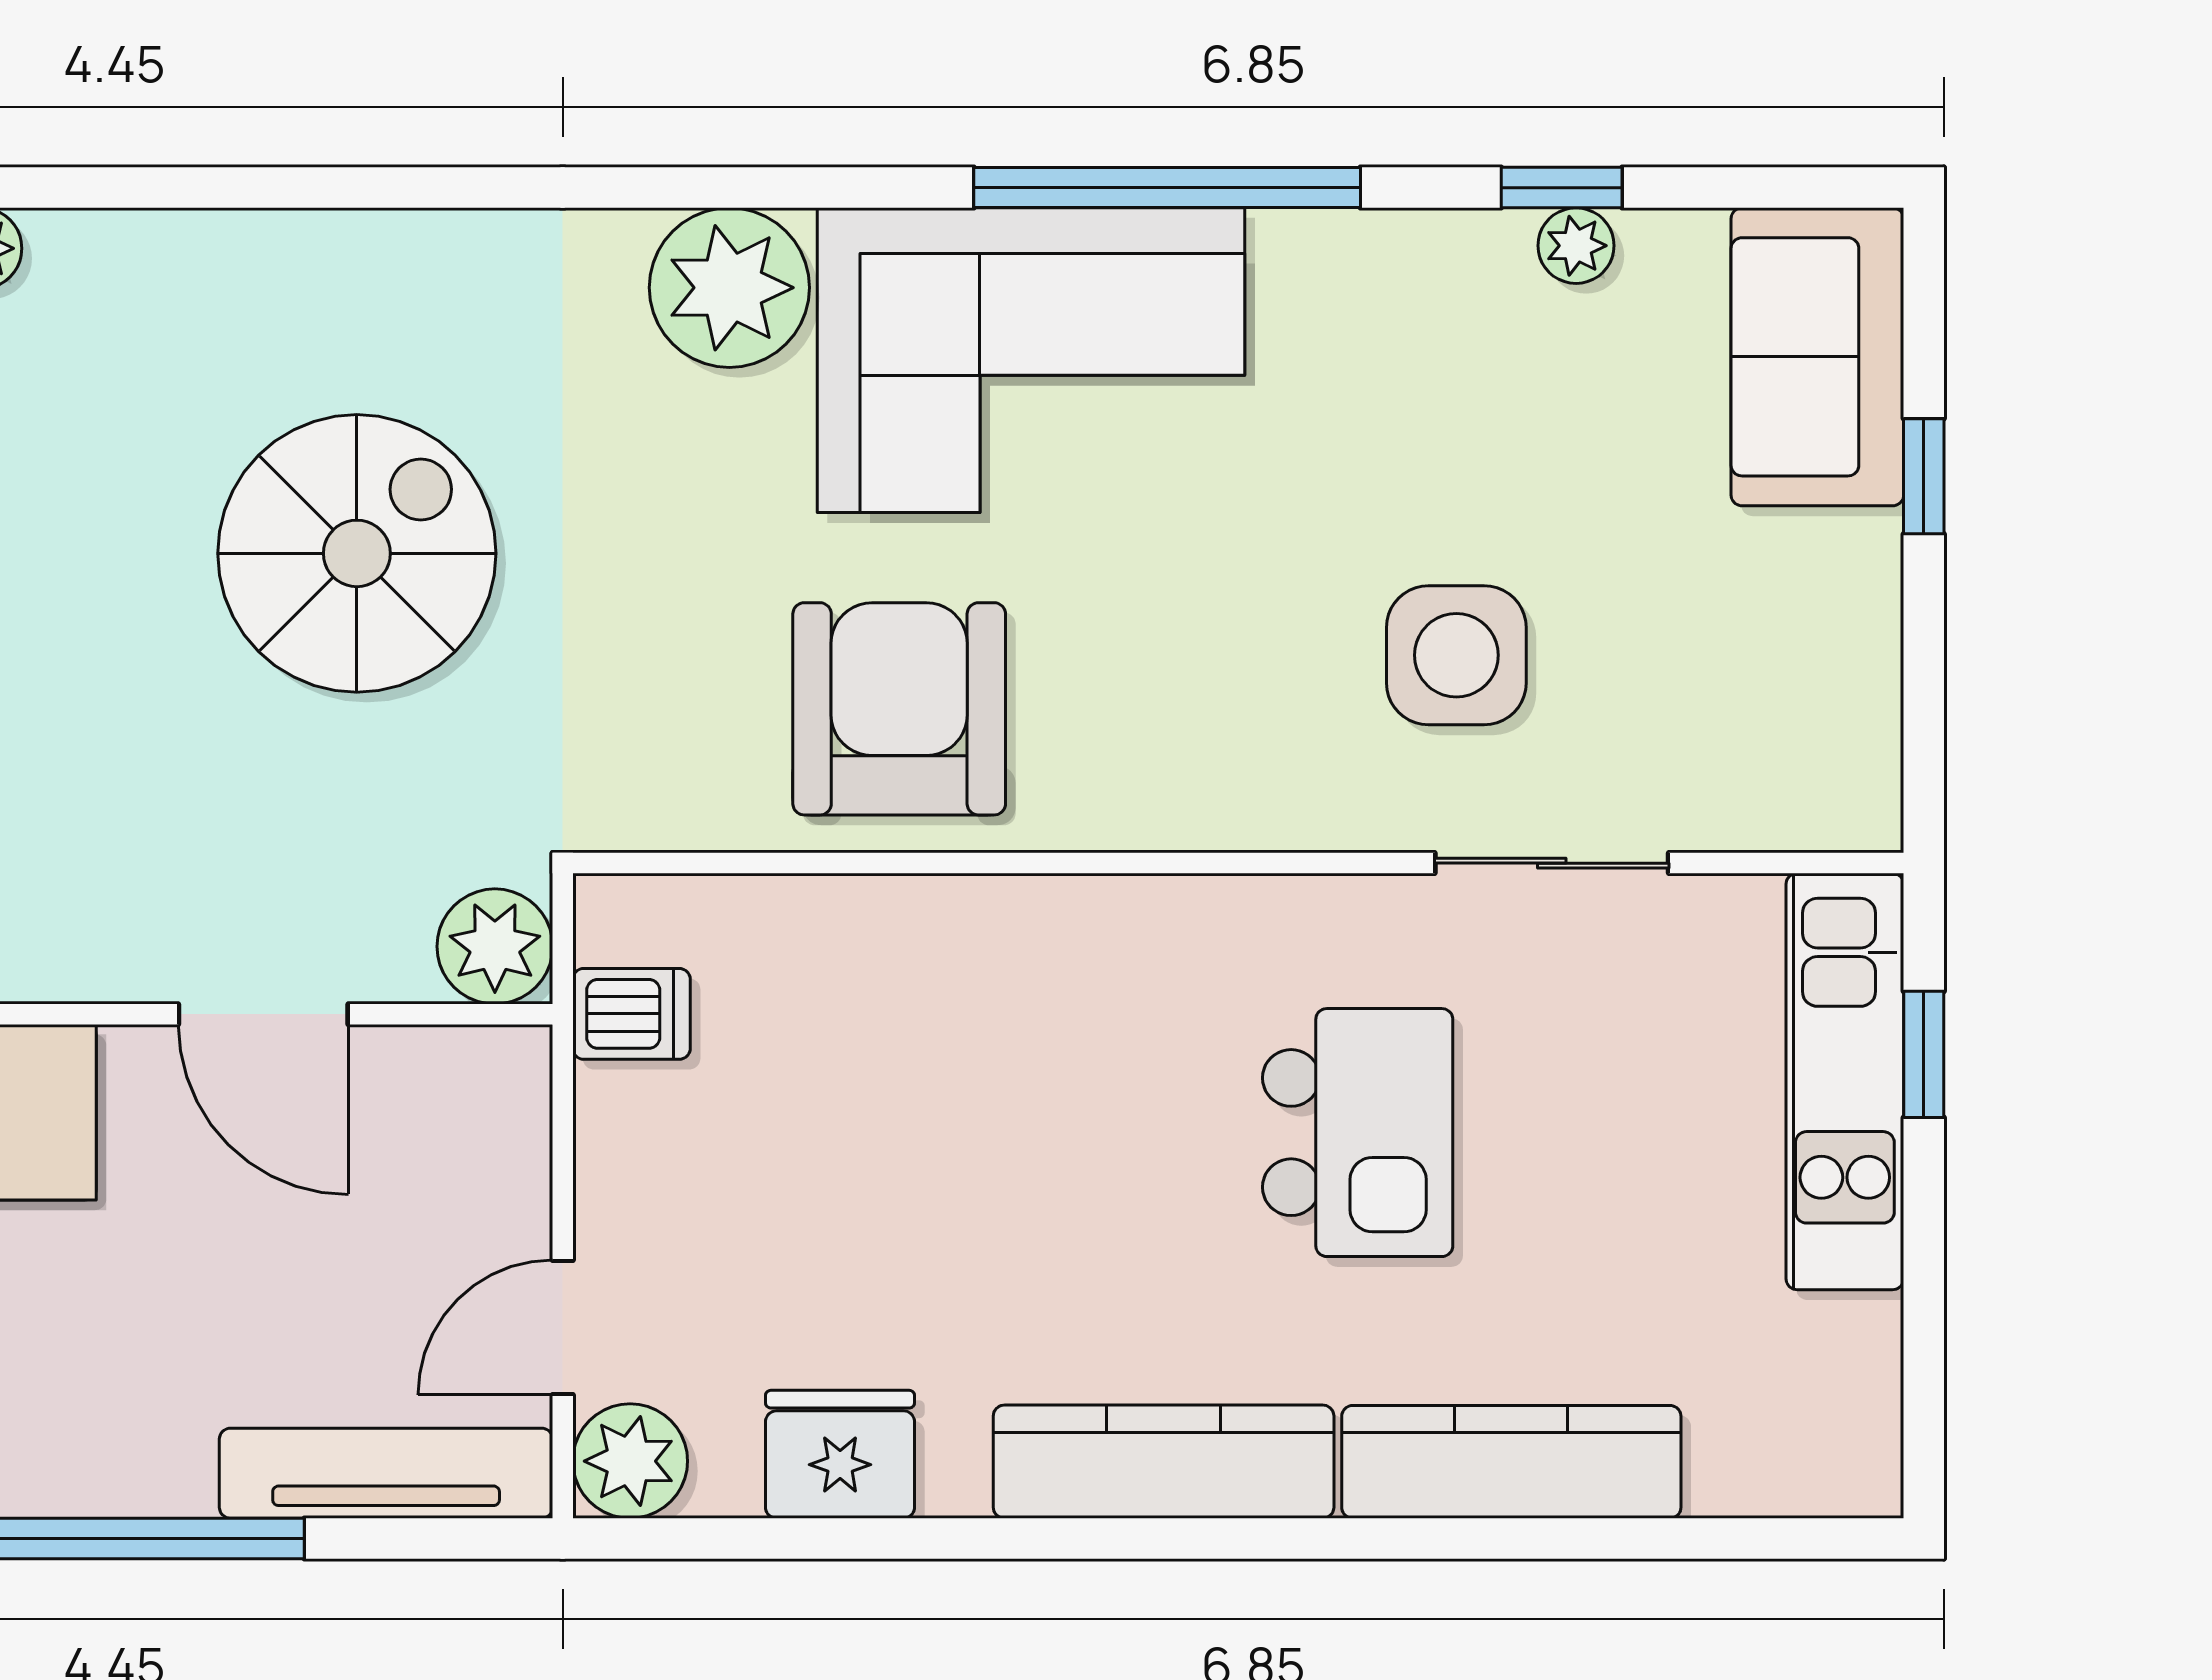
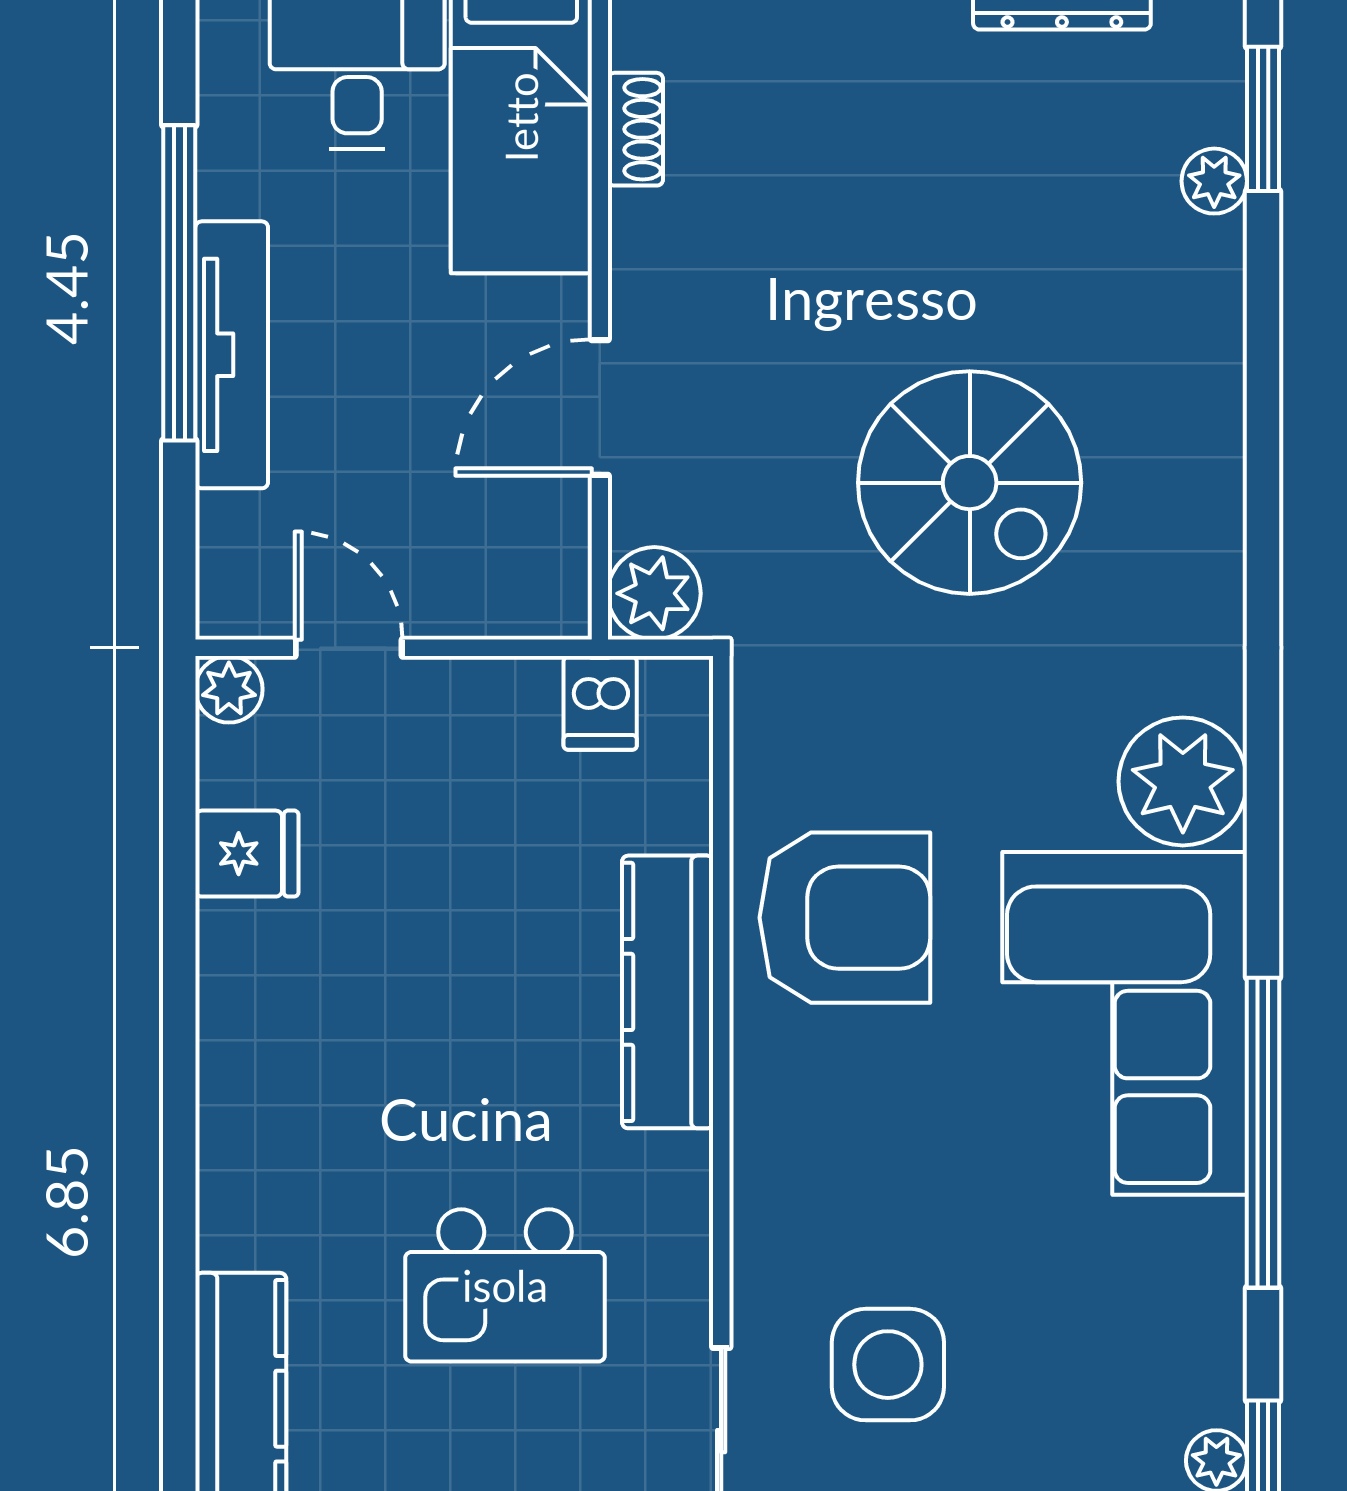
fridge: (840, 1454) -> (247, 854), width x0.72
plant: (630, 1461) -> (229, 689), width x0.73, depth x0.73
kitchen counter: (1164, 1462) -> (668, 992), moved, turned 180
tv unit: (386, 1473) -> (232, 355), moved

